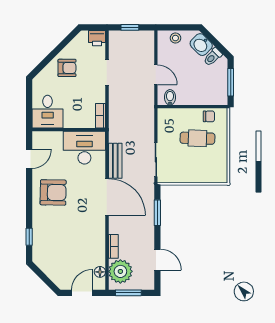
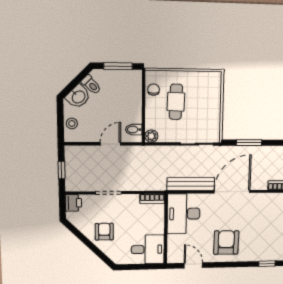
plant: (164, 114) -> (151, 136), added
bench: (115, 161) -> (191, 184), width x1.36

